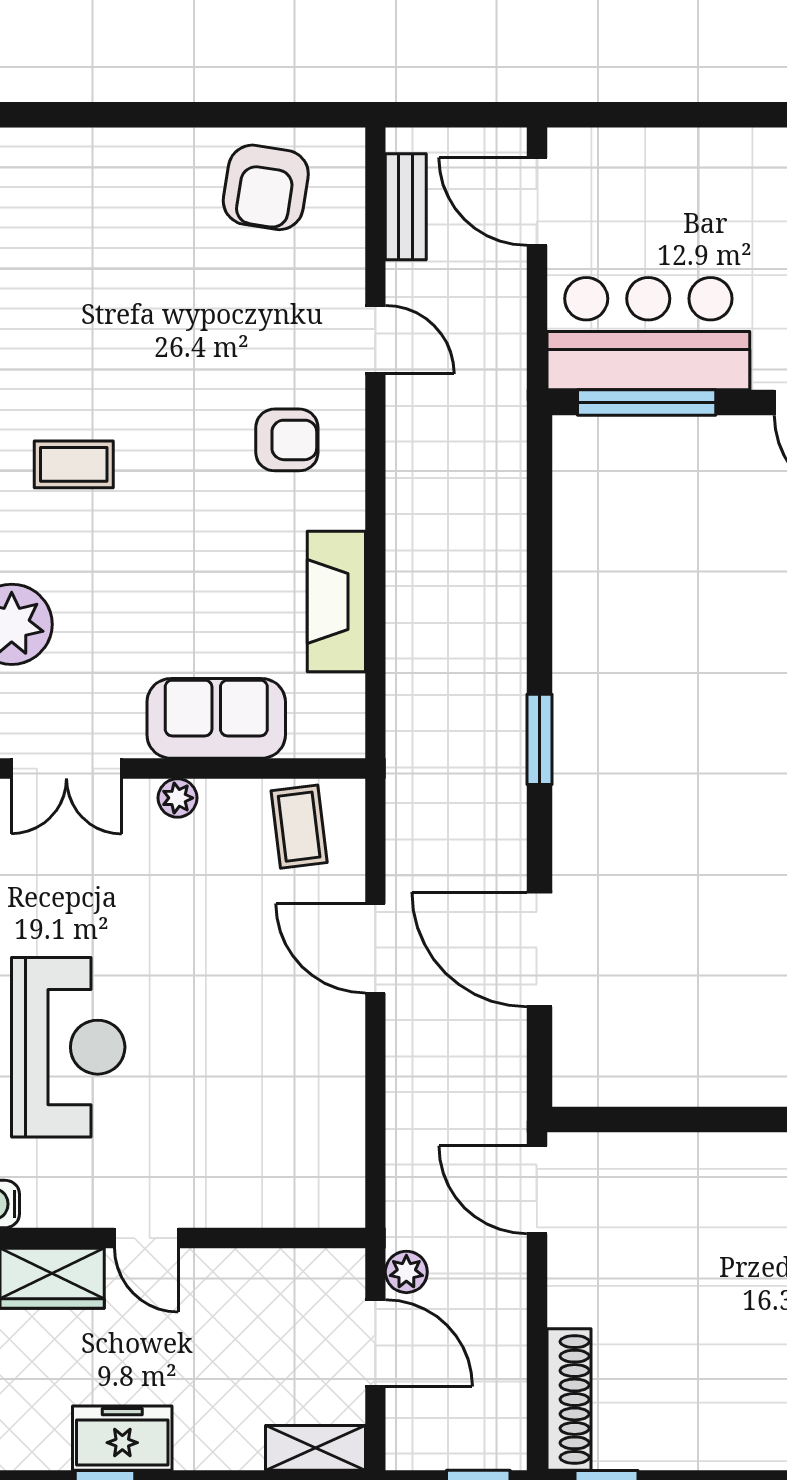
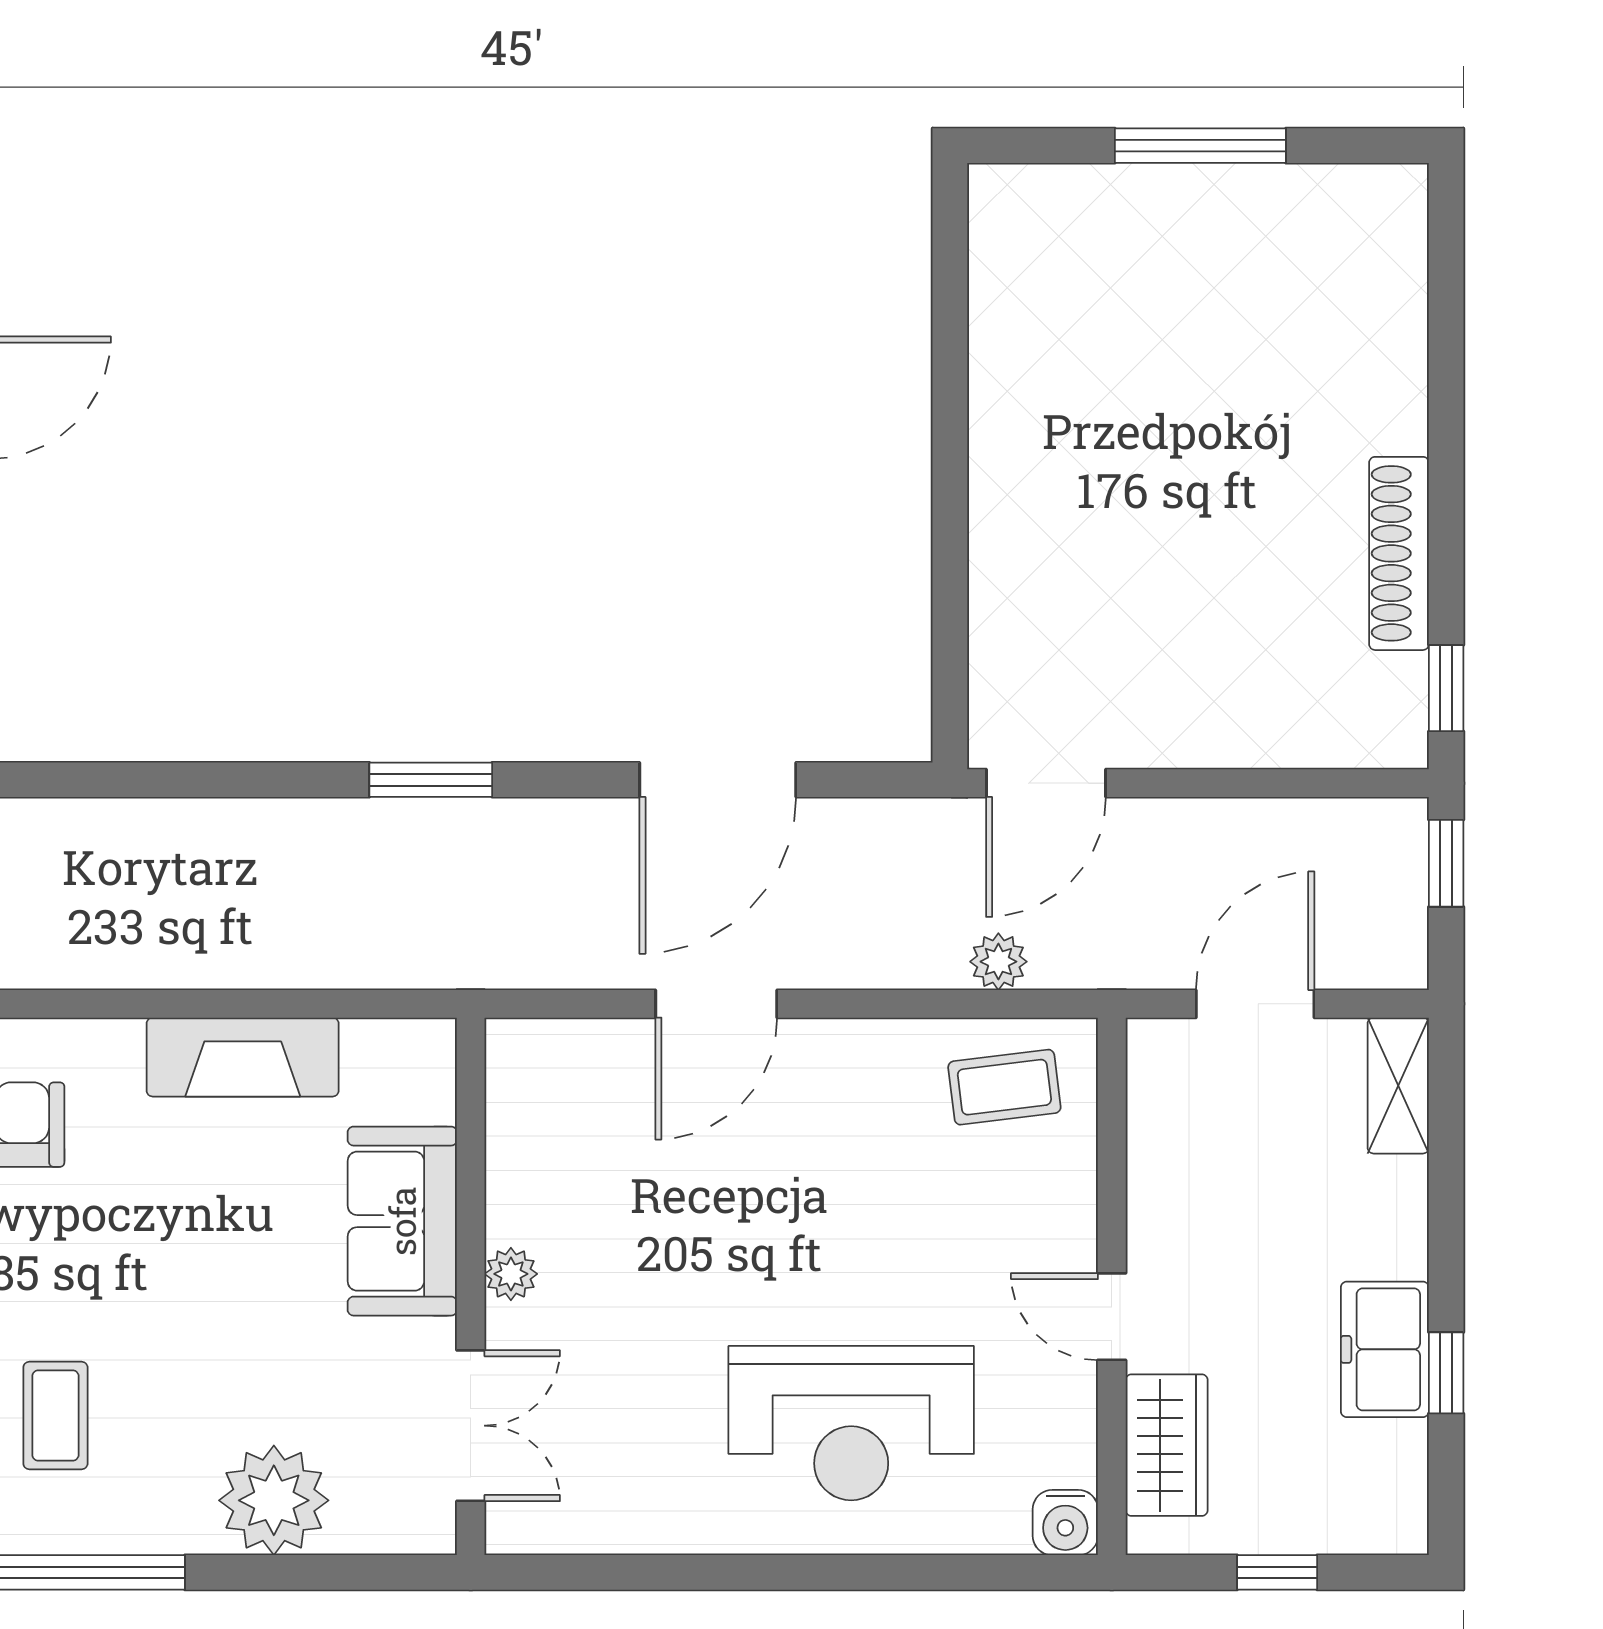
coffee table: (299, 827) -> (1004, 1087), moved
reception desk: (68, 1047) -> (851, 1423), turned 180
door: (146, 1238) -> (1112, 1317), swing flipped
plant: (406, 1272) -> (998, 962), moved
shoe rack: (569, 1399) -> (1399, 553), moved, turned -90

